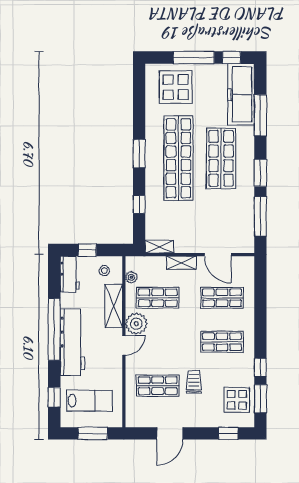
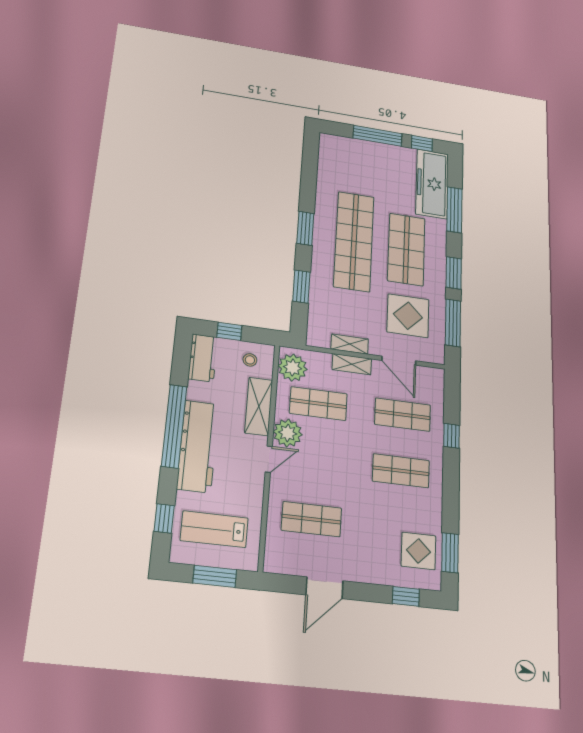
display table: (176, 87) -> (408, 316), moved
window: (139, 204) -> (301, 287), width x1.50
shelving: (159, 247) -> (350, 344), moved
plant: (131, 277) -> (293, 368), width x1.87, depth x1.87
window: (260, 367) -> (452, 436), moved
trolley: (194, 382) -> (361, 520), removed
lab bench: (90, 401) -> (214, 529), turned 180

